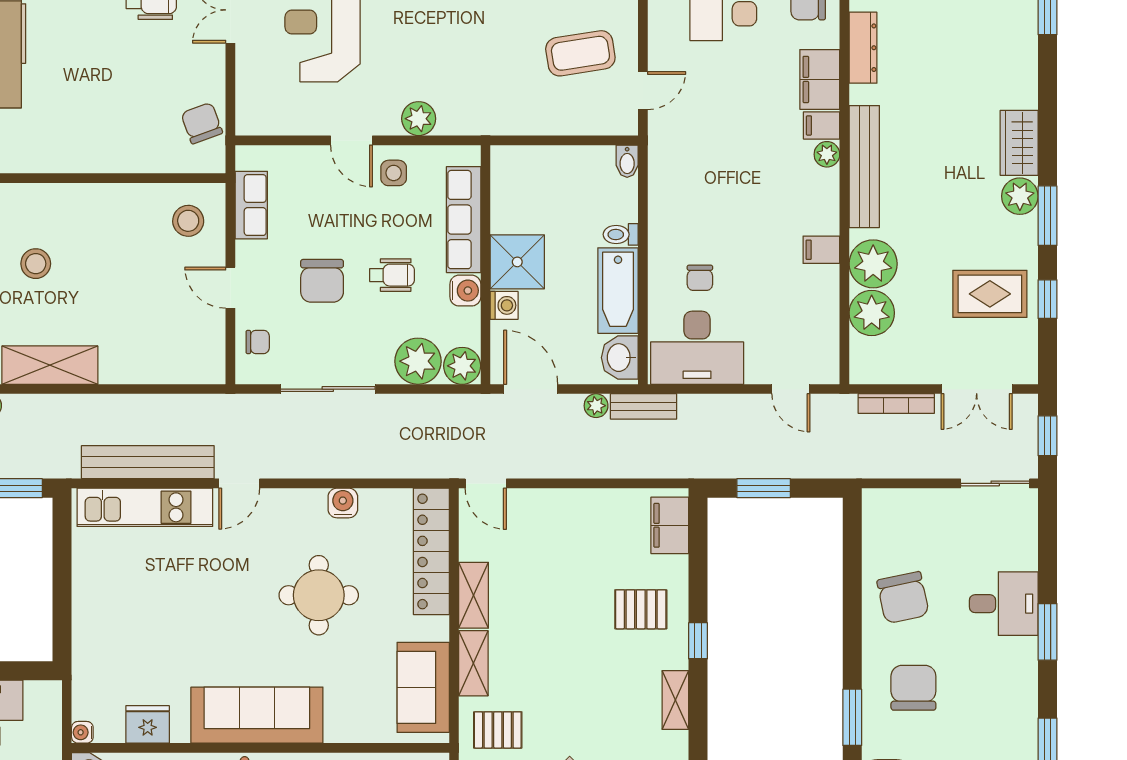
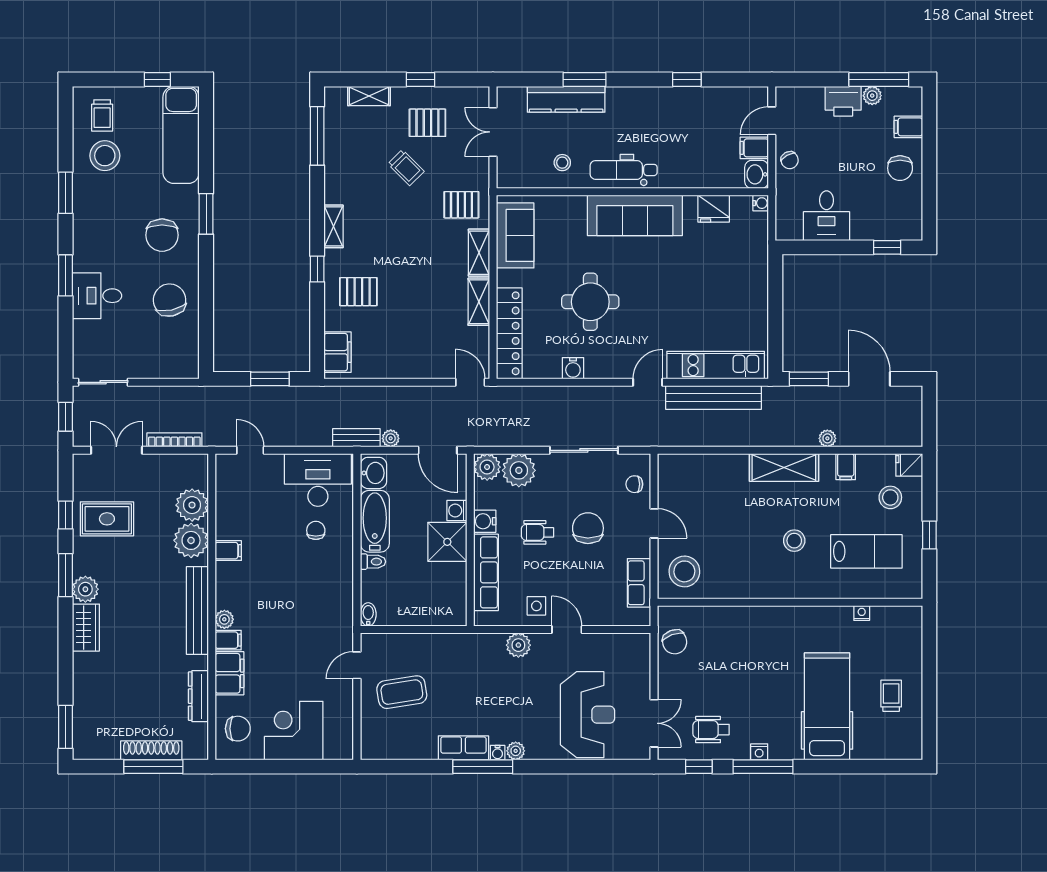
stool: (188, 221) -> (684, 571), width x1.38, depth x1.38

